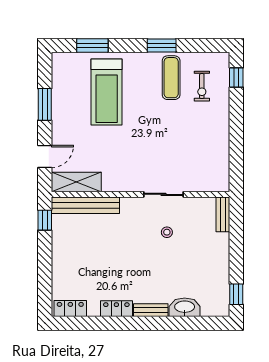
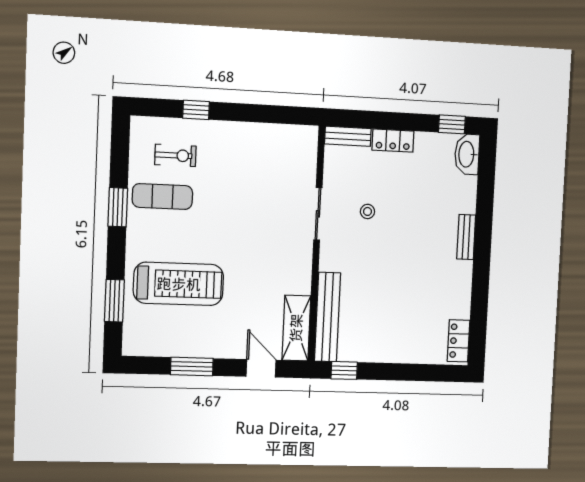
window: (236, 77) -> (196, 110), moved
washbasin: (185, 307) -> (467, 154), moved
locker: (116, 309) -> (393, 141), moved, turned -90

